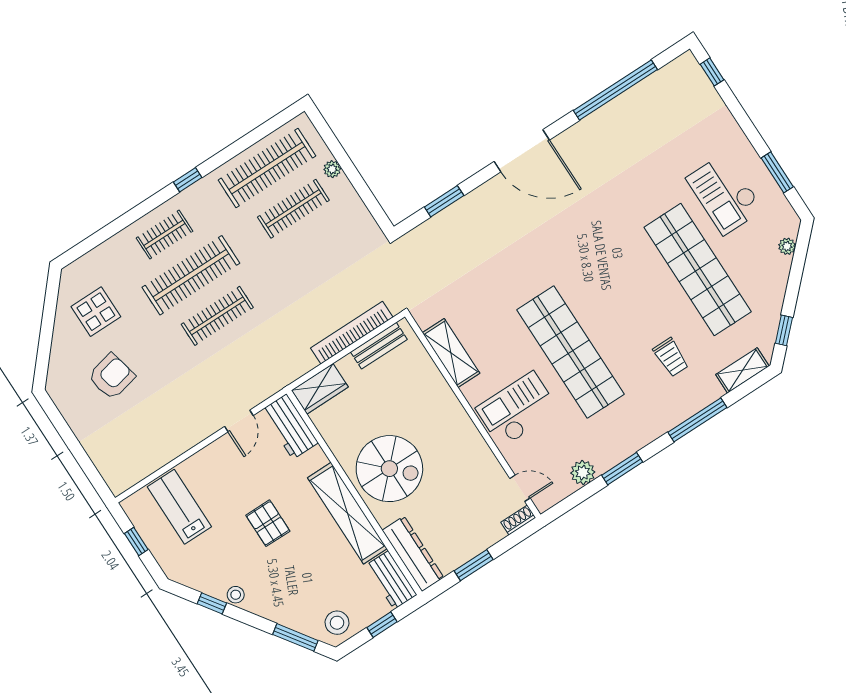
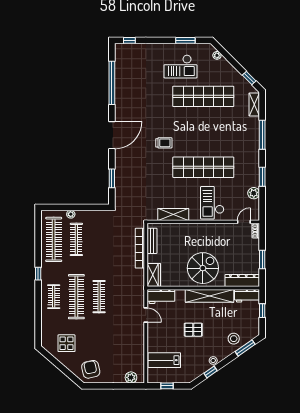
trolley: (671, 357) -> (164, 143), moved
armchair: (112, 376) -> (91, 369), moved
plant: (110, 467) -> (131, 377), added
stool: (337, 623) -> (234, 339), moved

